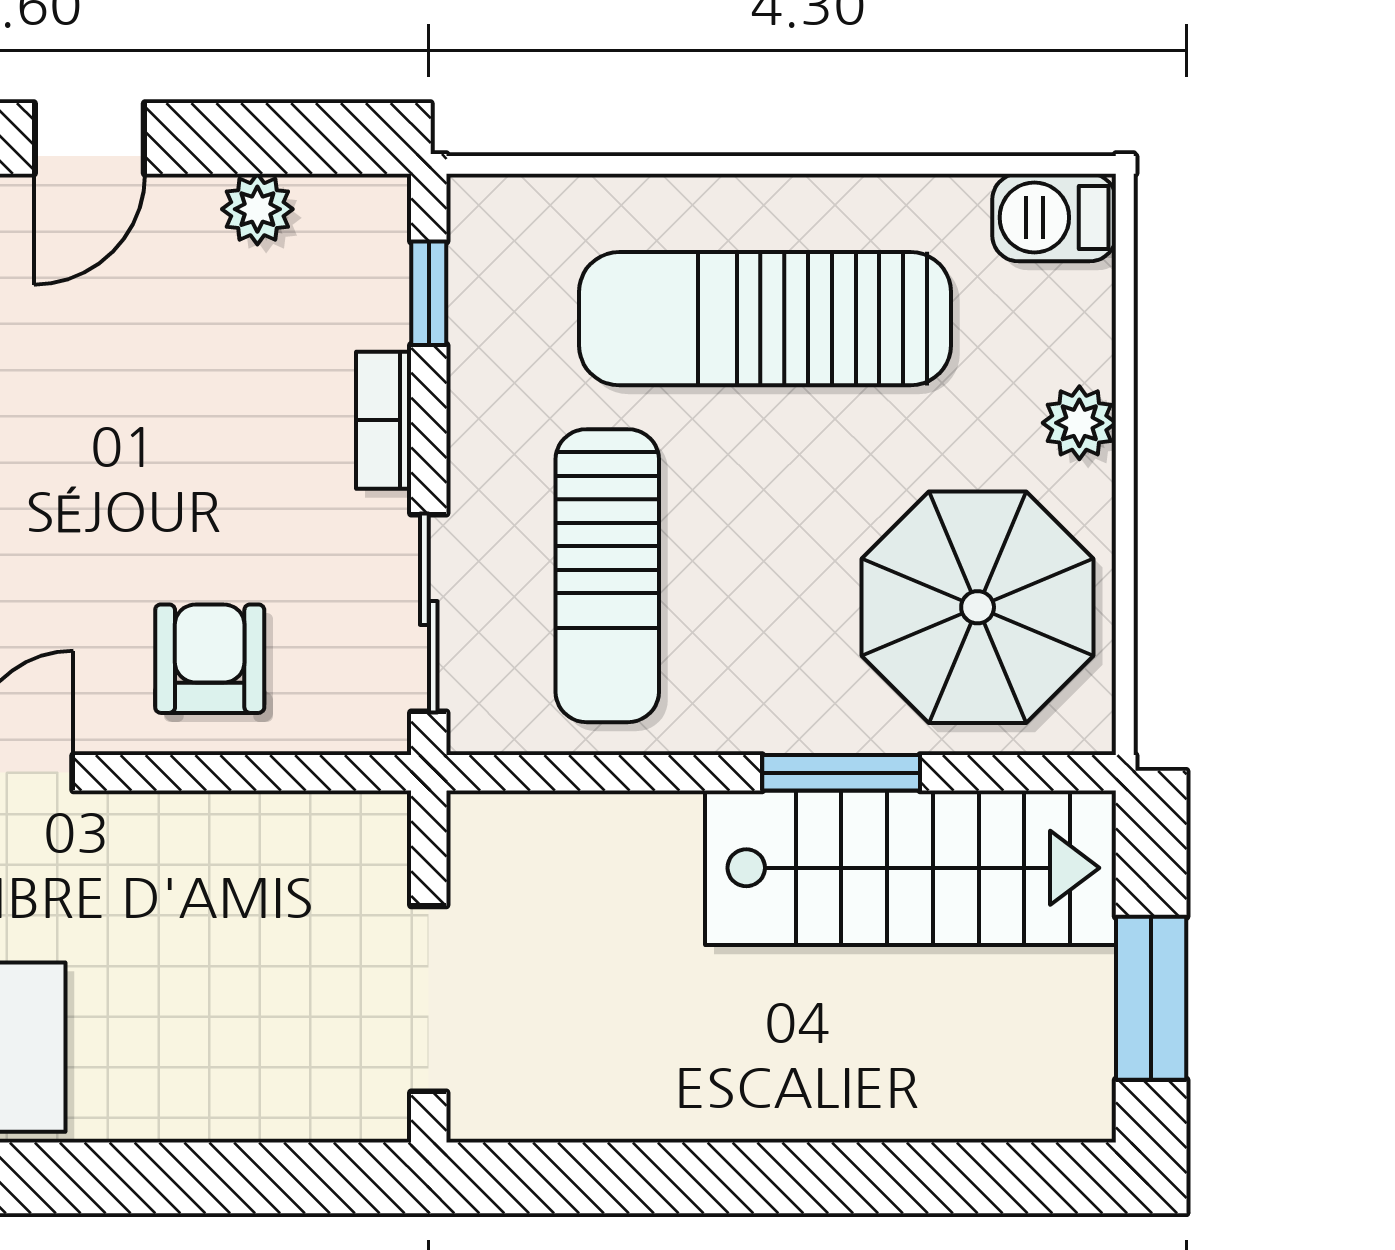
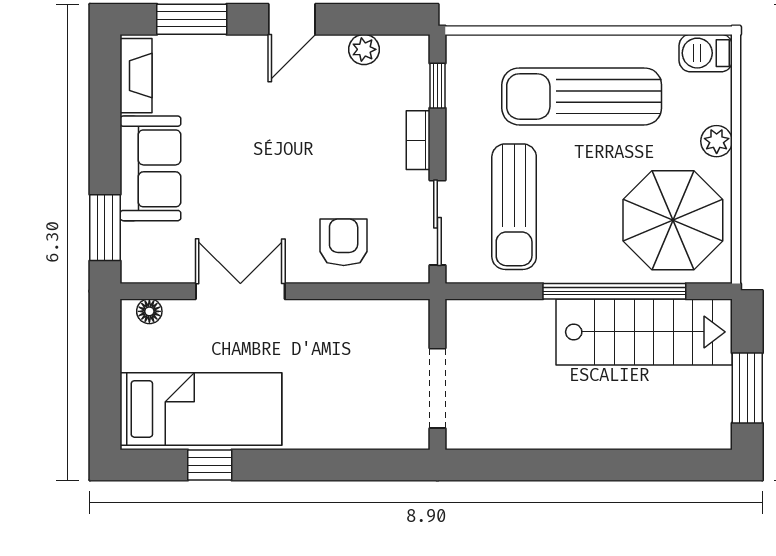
window: (841, 773) -> (614, 291), width x2.11

